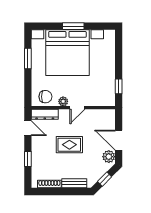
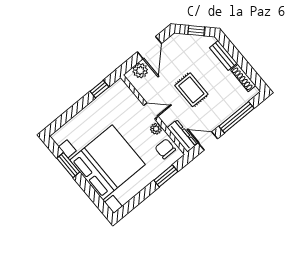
window: (73, 26) -> (68, 165), moved
window: (28, 59) -> (166, 176), moved
door: (28, 128) -> (208, 141), hinge flipped
plant: (109, 157) -> (140, 71), moved
window: (28, 159) -> (237, 117), width x2.17

